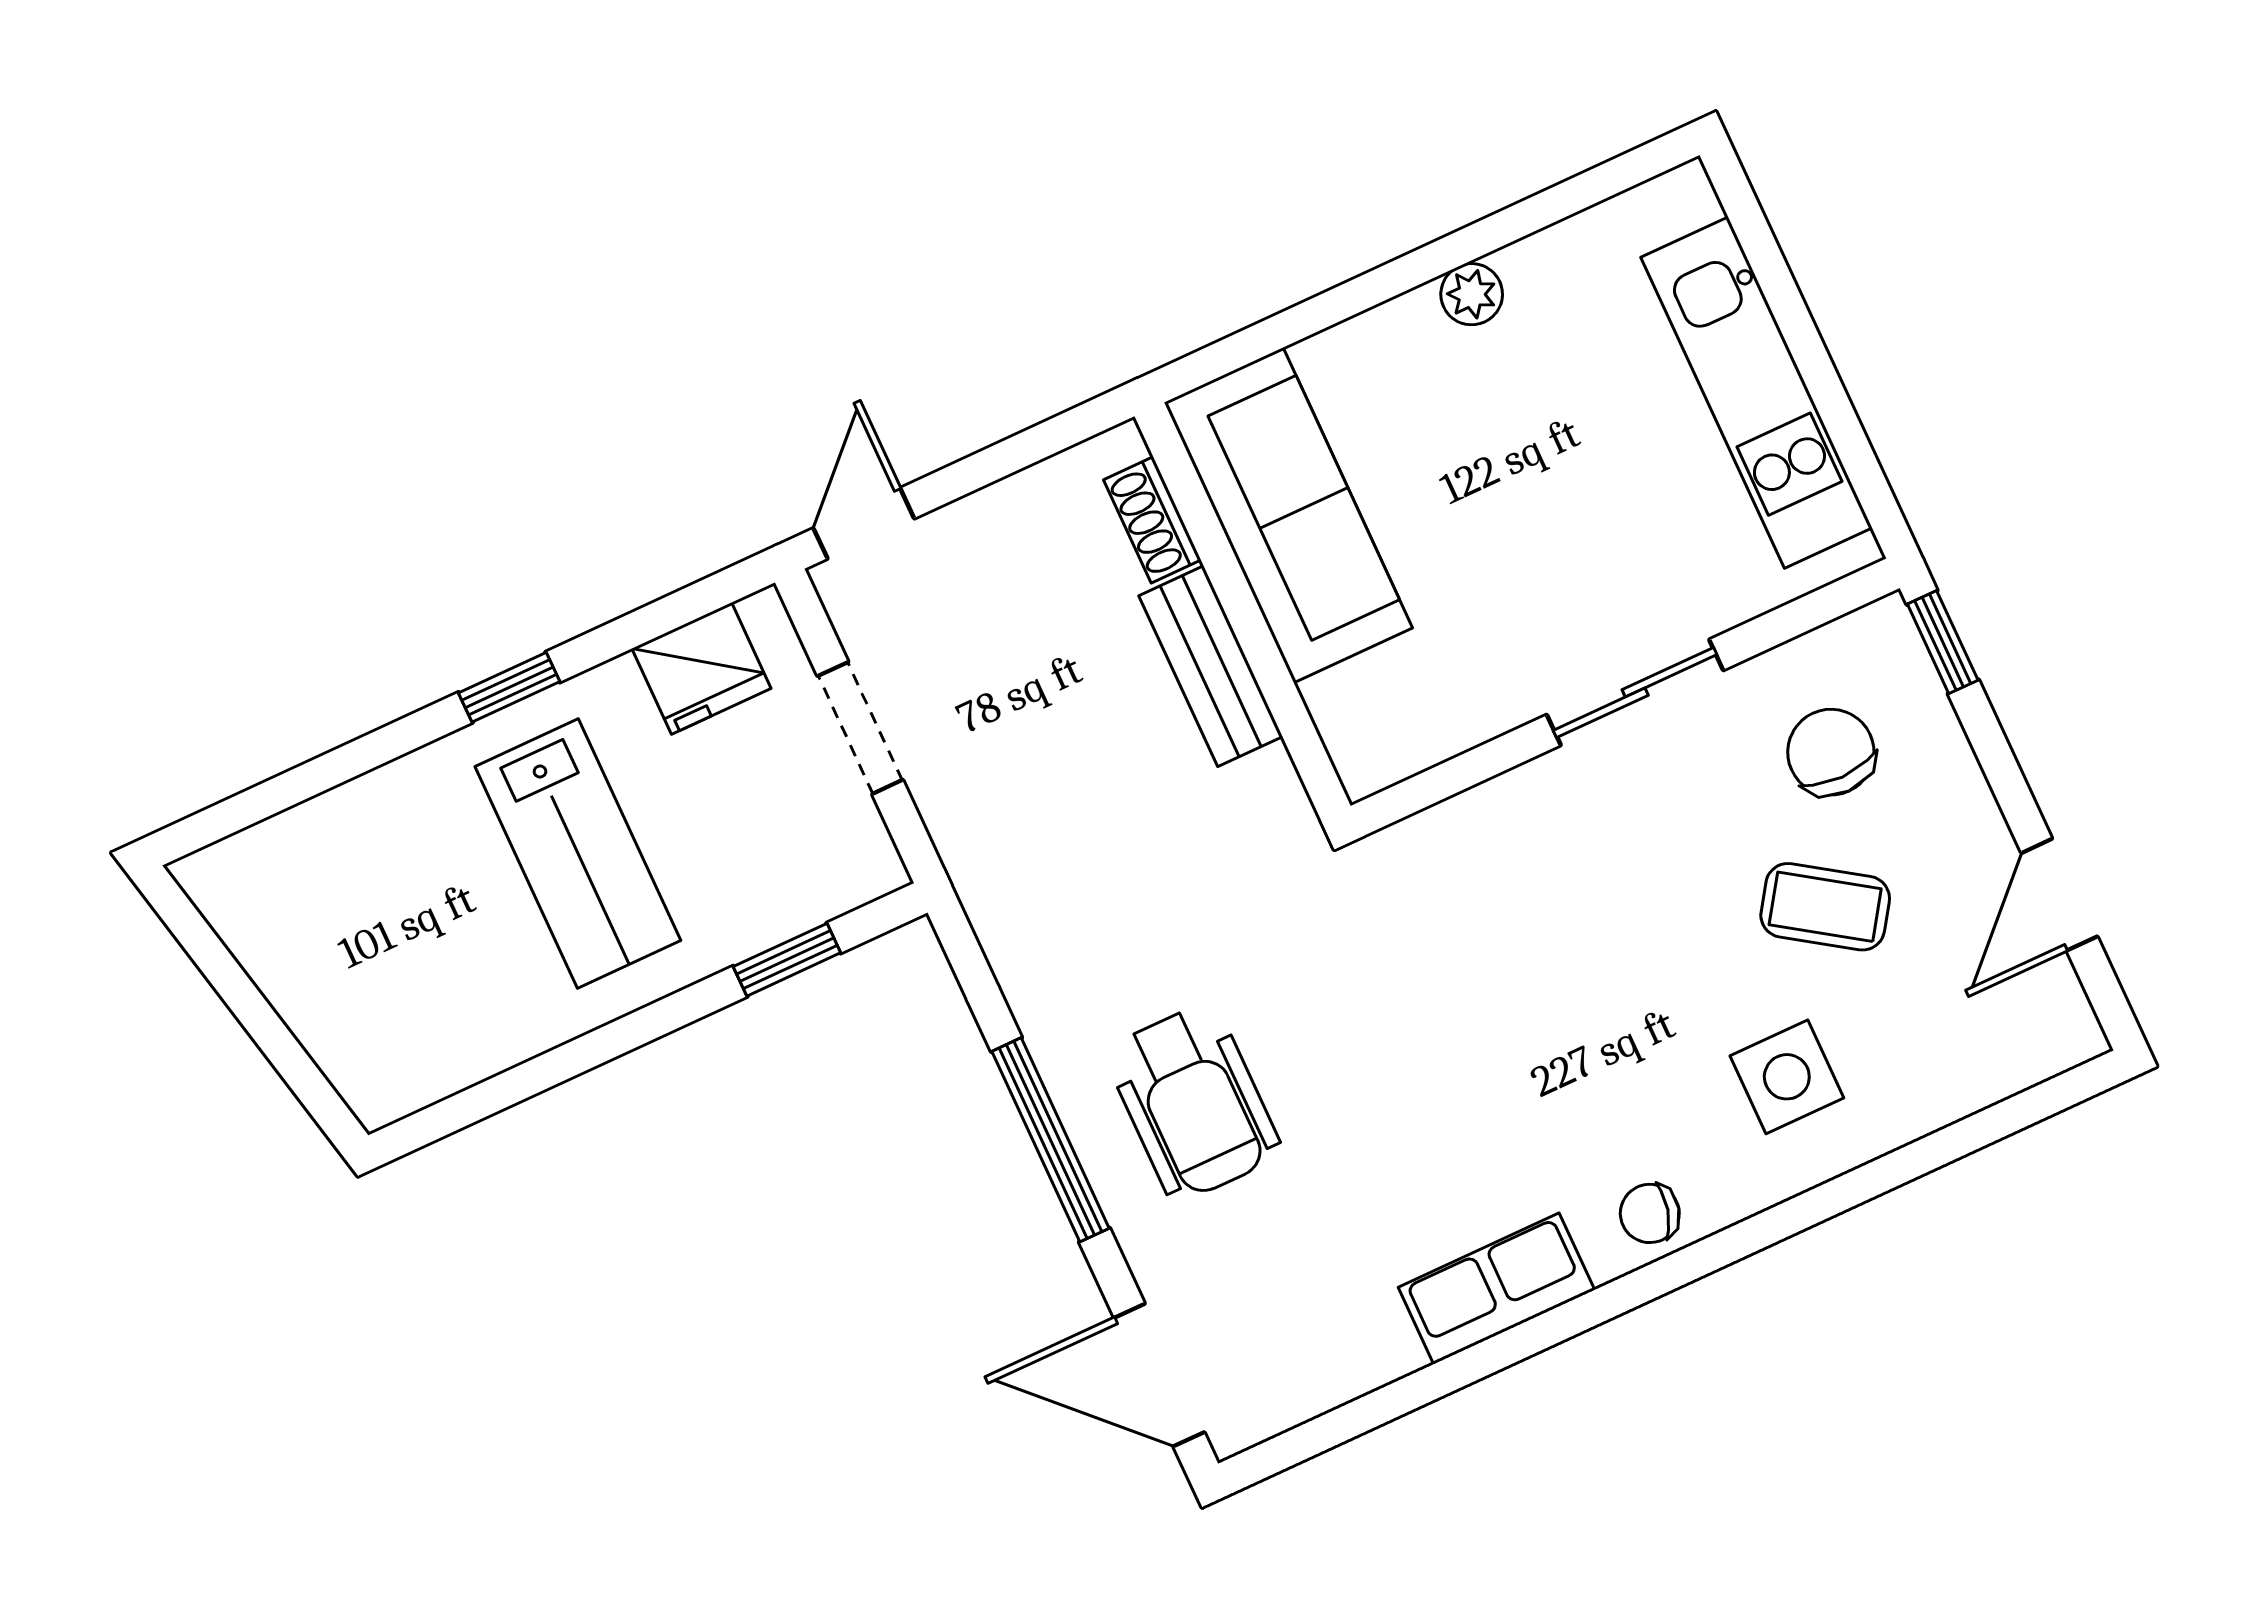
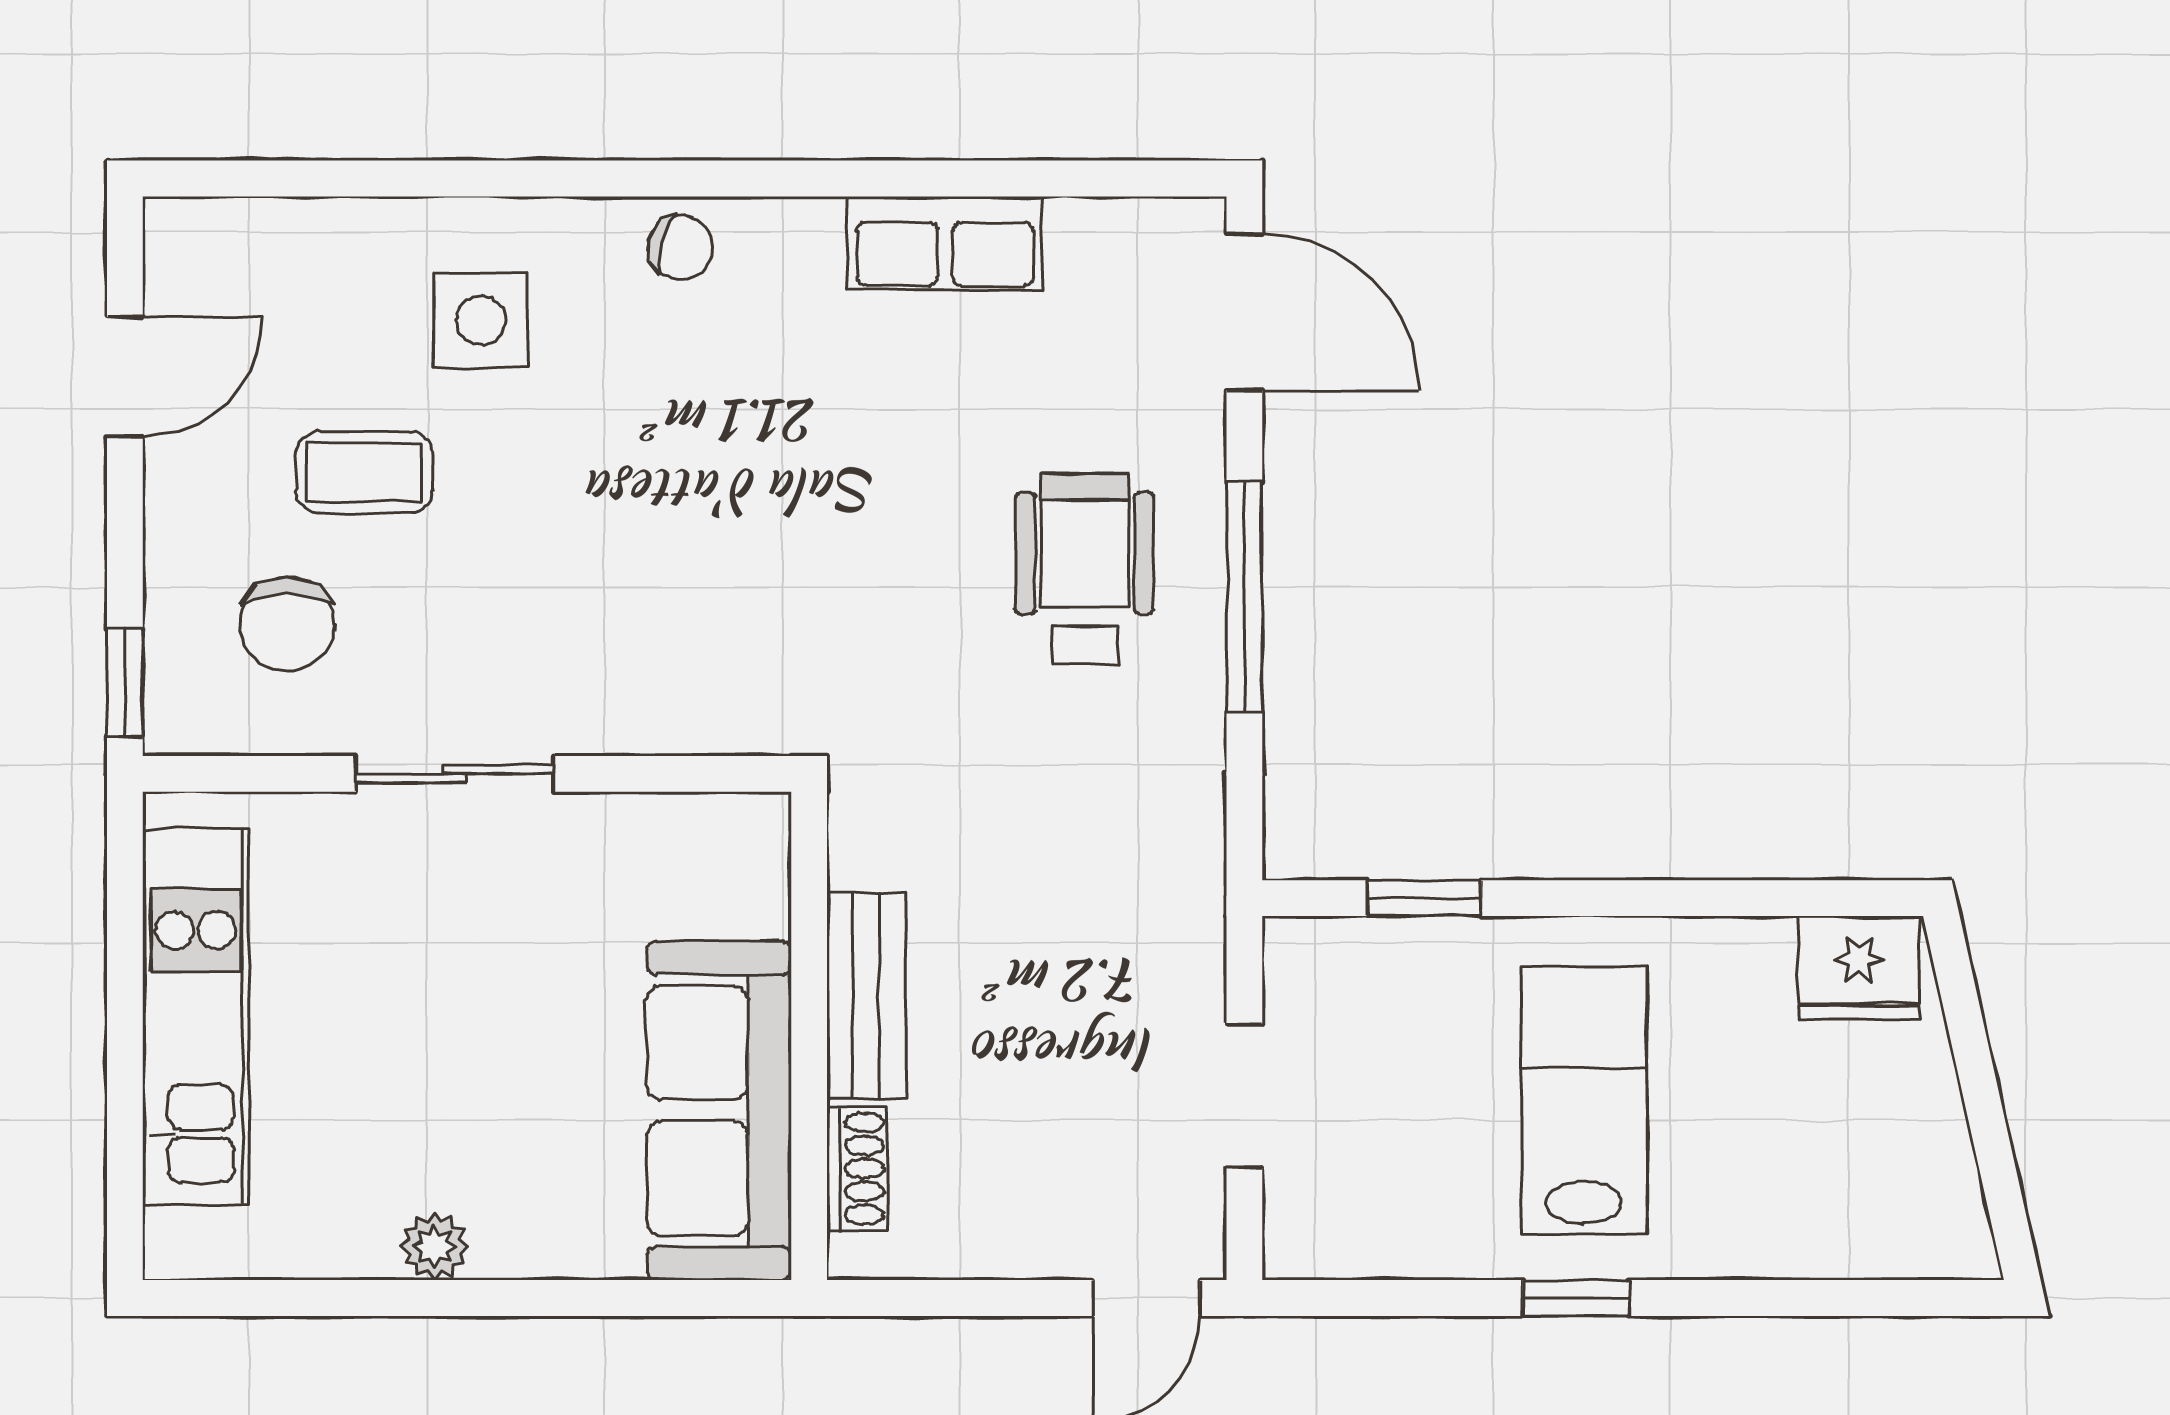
fridge: (701, 668) -> (1859, 968), moved, turned 180
coffee table: (1825, 907) -> (364, 472), turned -34
row of seats: (1496, 1289) -> (945, 243), moved

